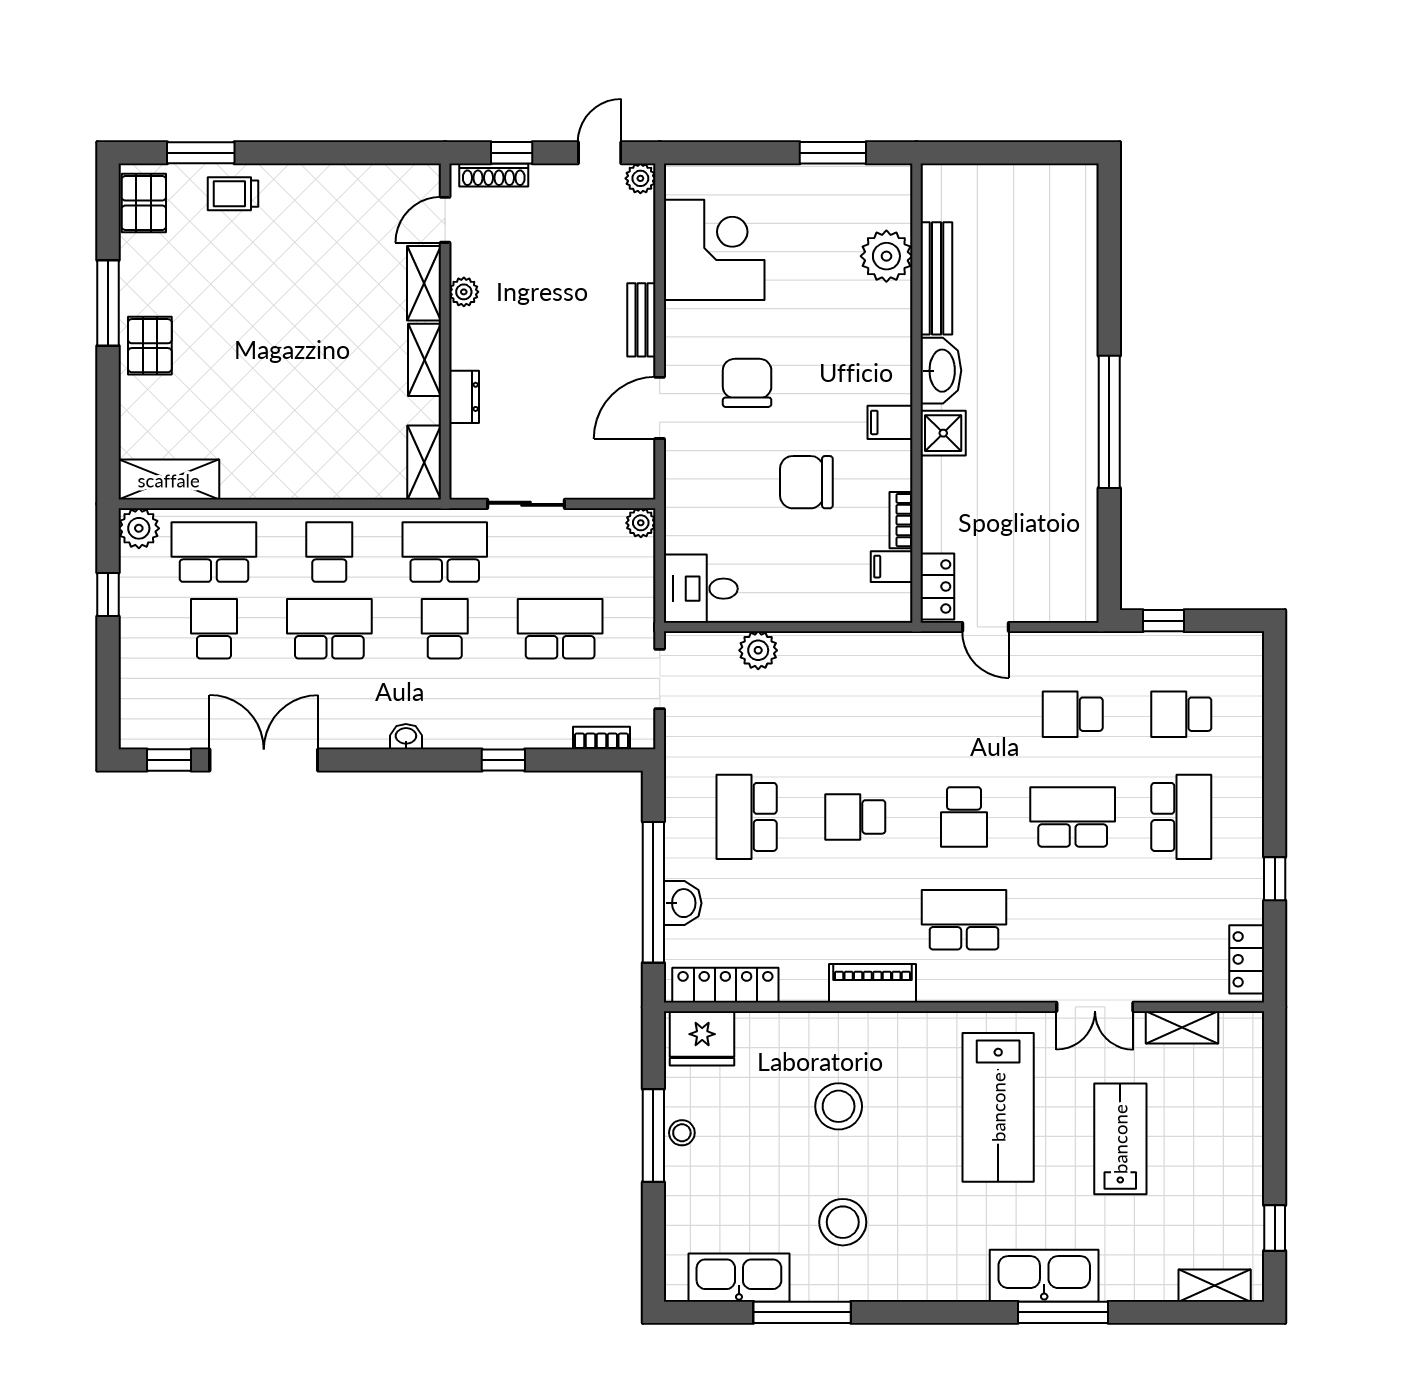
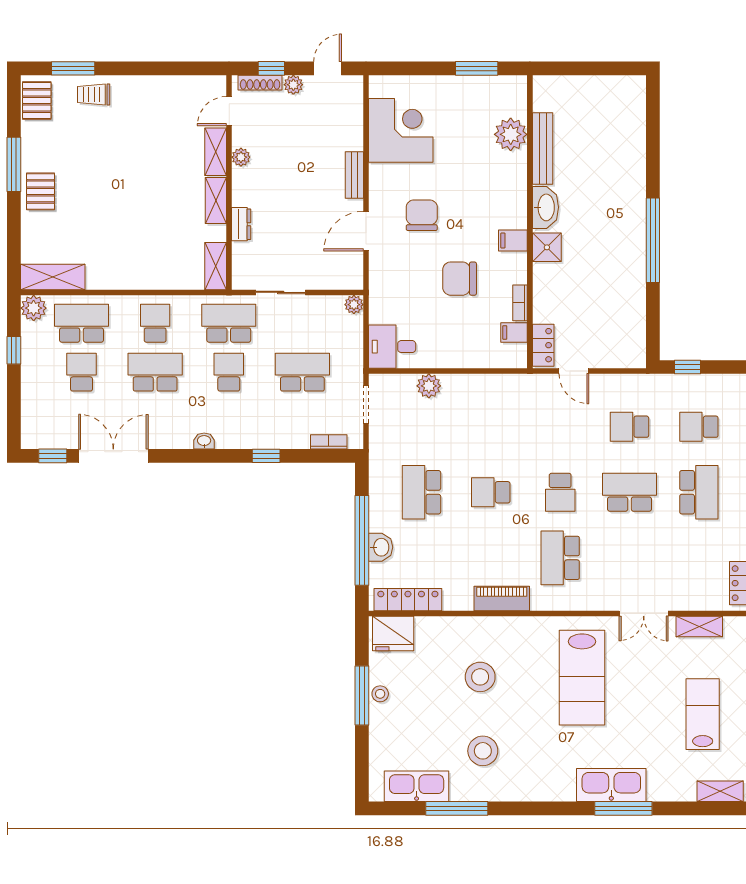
plant: (640, 178) -> (293, 85), moved
school desk: (964, 920) -> (560, 558), turned -90
lab bench: (1120, 1139) -> (703, 714), moved

